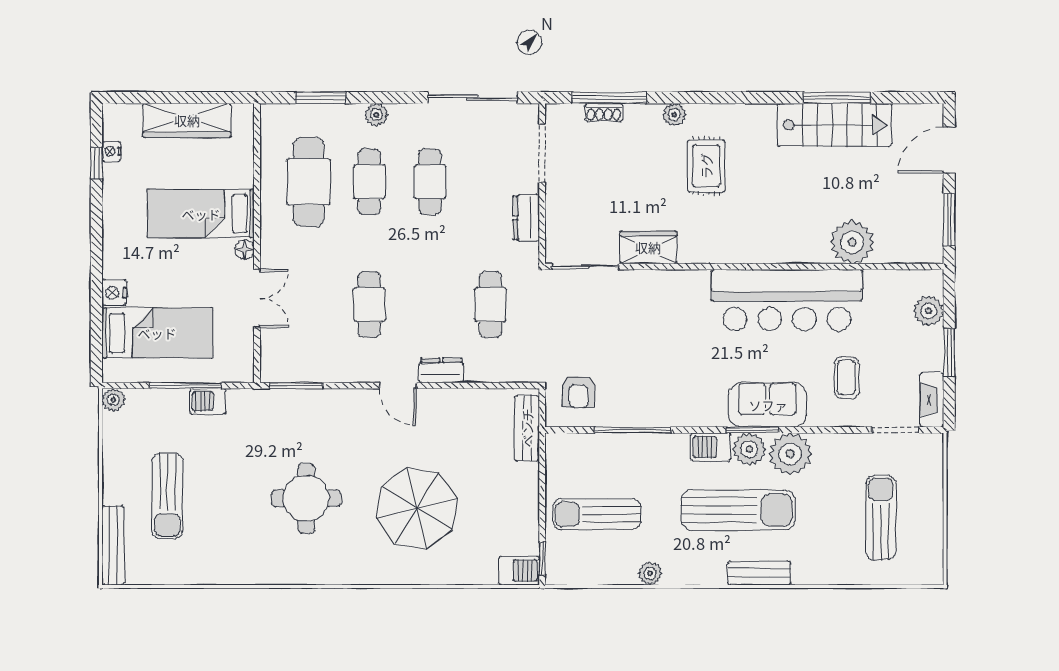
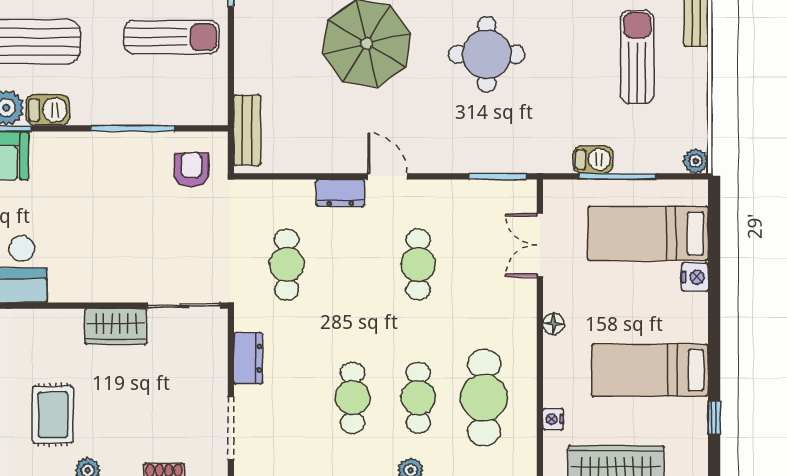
nightstand: (111, 151) -> (553, 419), moved, turned 180
bed: (201, 214) -> (650, 370), moved, turned 180
double door: (257, 298) -> (540, 245), moved

